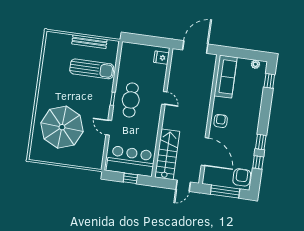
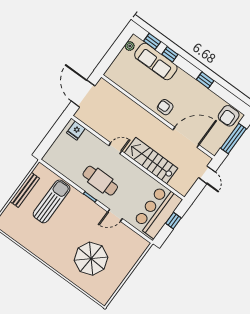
sofa: (226, 77) -> (156, 61), moved, turned 180
parasol: (62, 127) -> (91, 259), width x0.73, depth x0.73
stairs: (167, 154) -> (151, 161), moved
window: (258, 162) -> (170, 54), moved
armchair: (242, 177) -> (229, 116), turned -90

